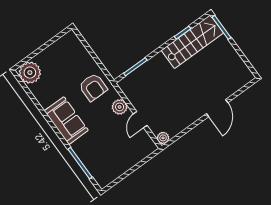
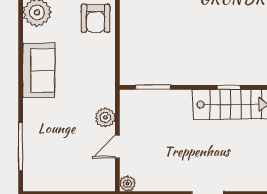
armchair: (93, 87) -> (96, 18), moved
sofa: (66, 121) -> (39, 70), moved

